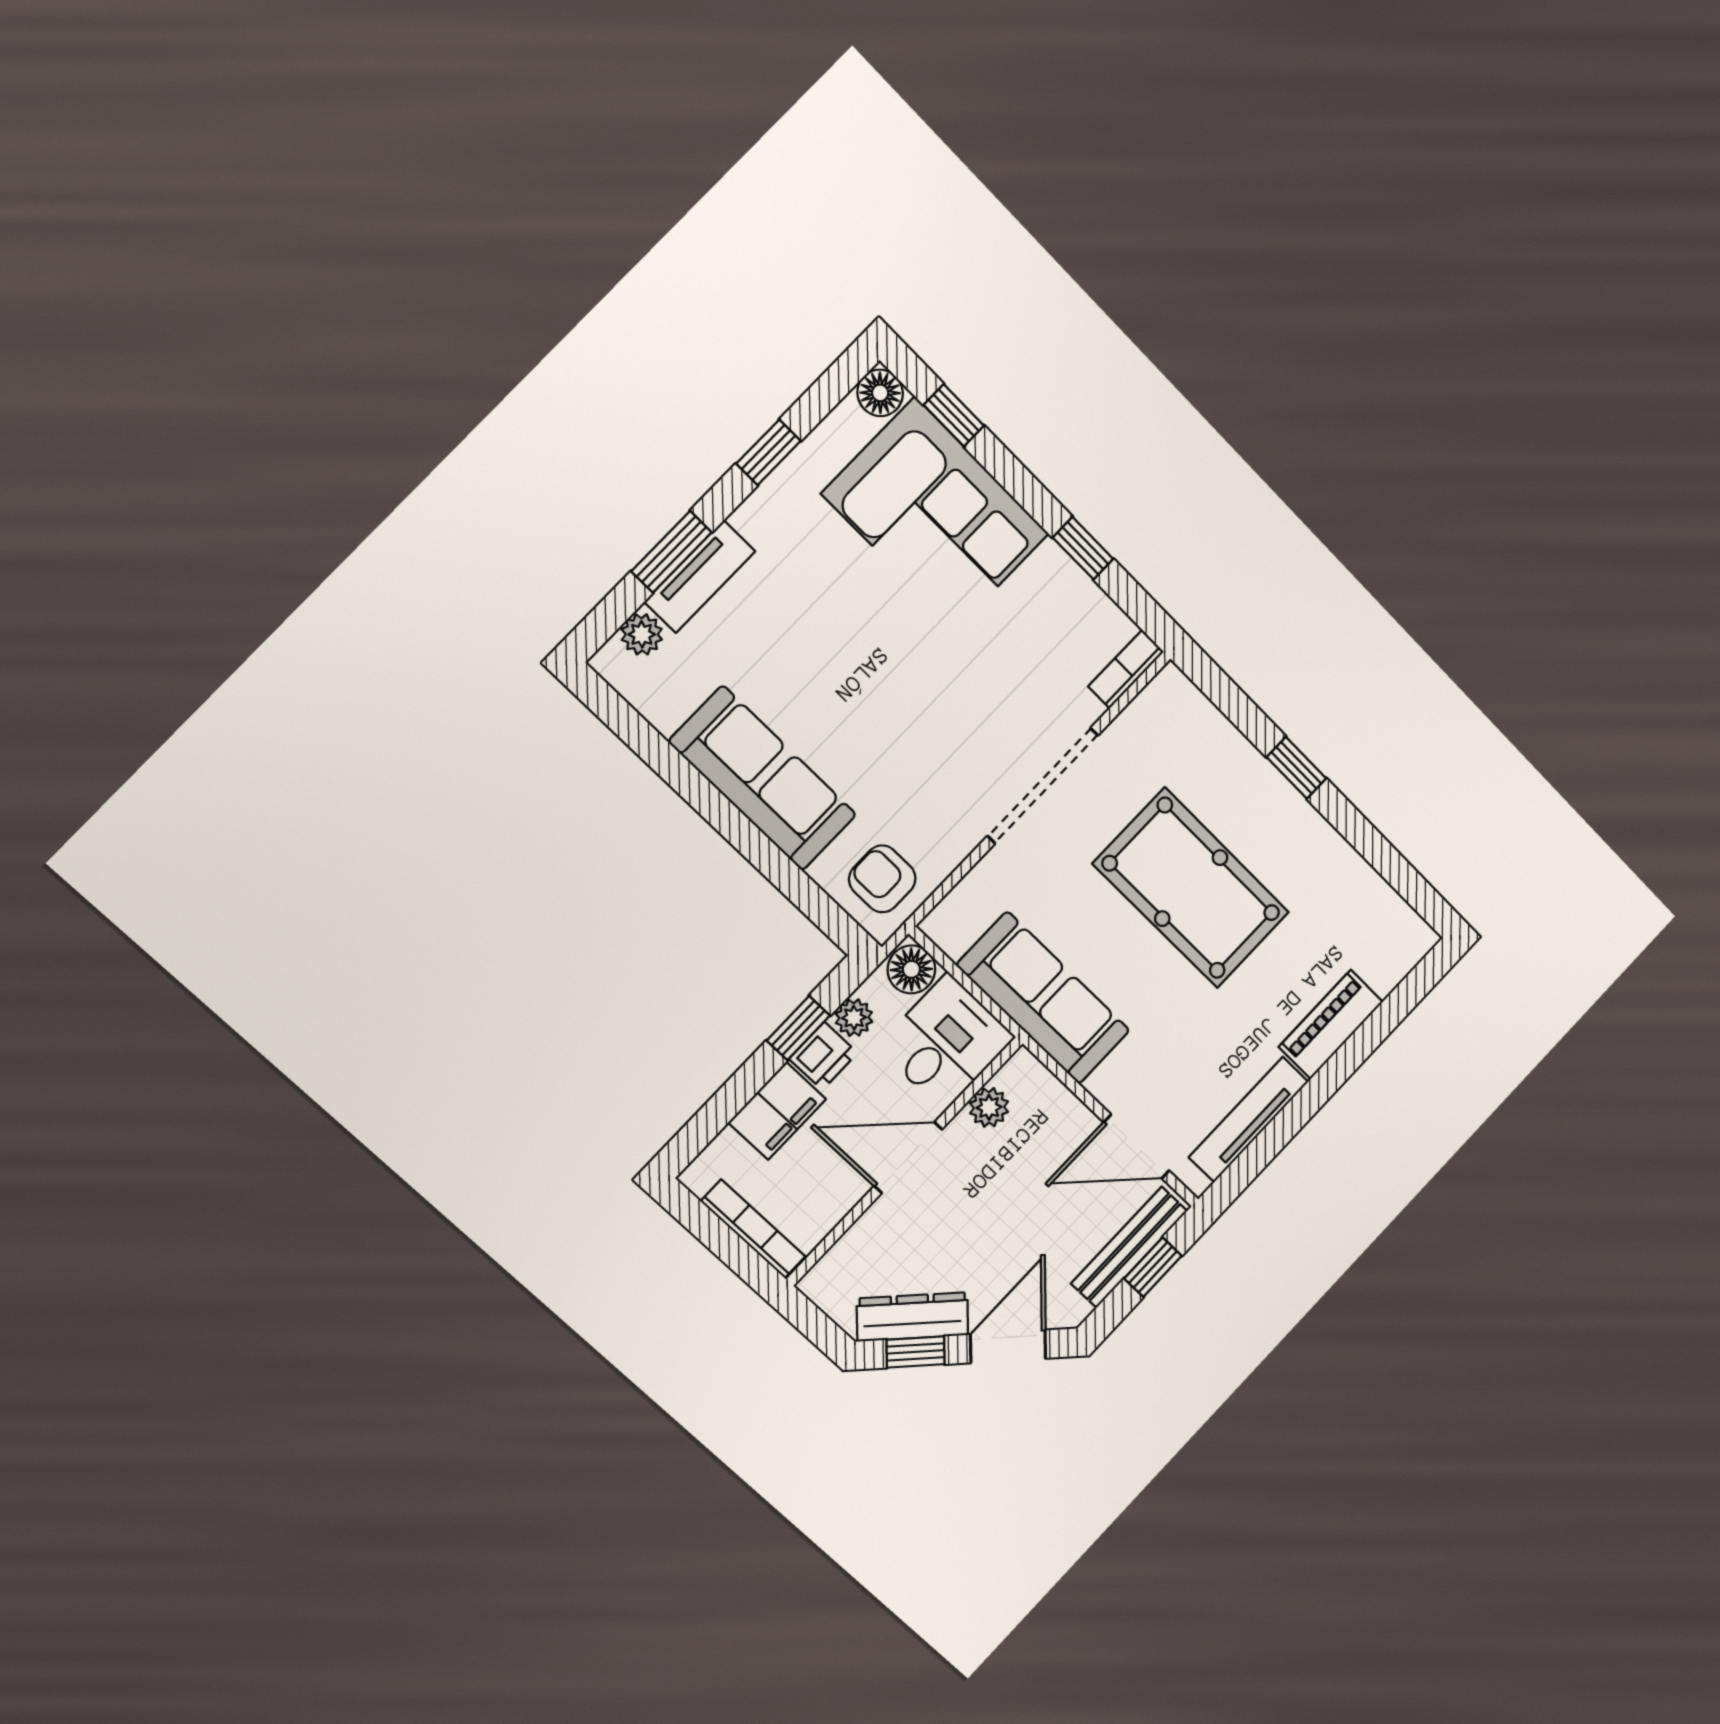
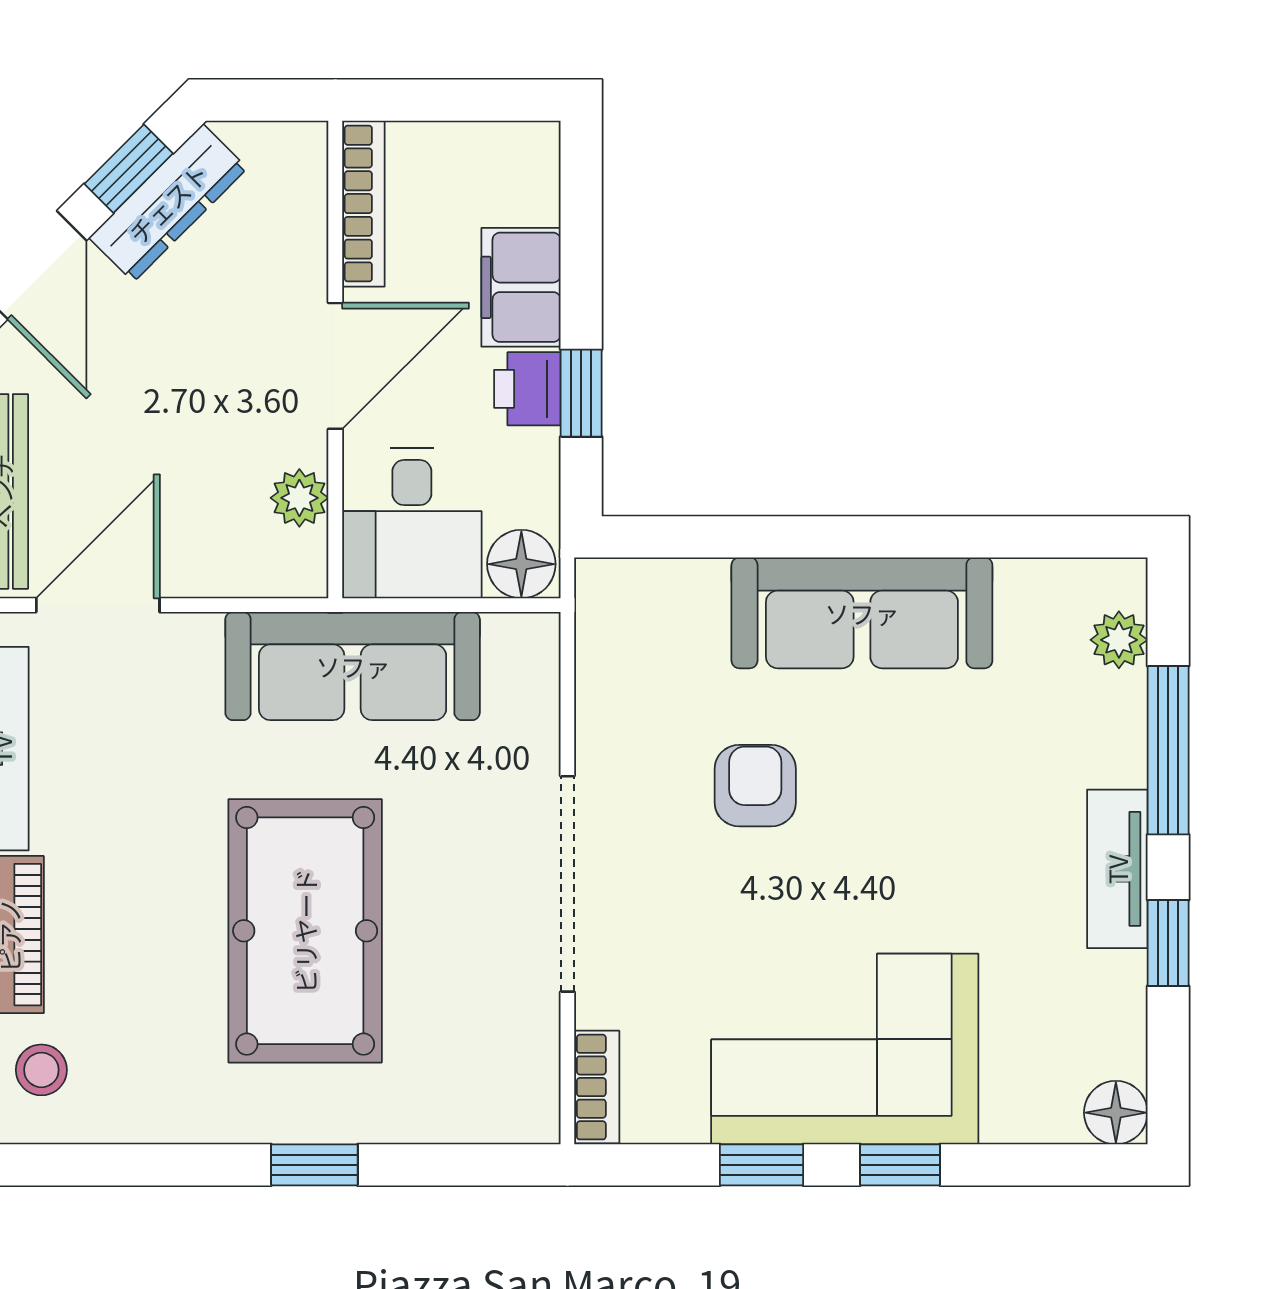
window: (954, 415) -> (900, 1165), moved
corner sofa: (936, 514) -> (845, 1049), moved
window: (672, 552) -> (1168, 750), width x1.44
tv unit: (700, 577) -> (1117, 869), moved
armchair: (882, 879) -> (755, 786), moved, turned -90
pool table: (1191, 888) -> (305, 931), turned 90
stool: (1378, 943) -> (41, 1070), added
plant: (854, 1018) -> (533, 458), removed
bookcase: (753, 1229) -> (363, 204), moved, turned -90

